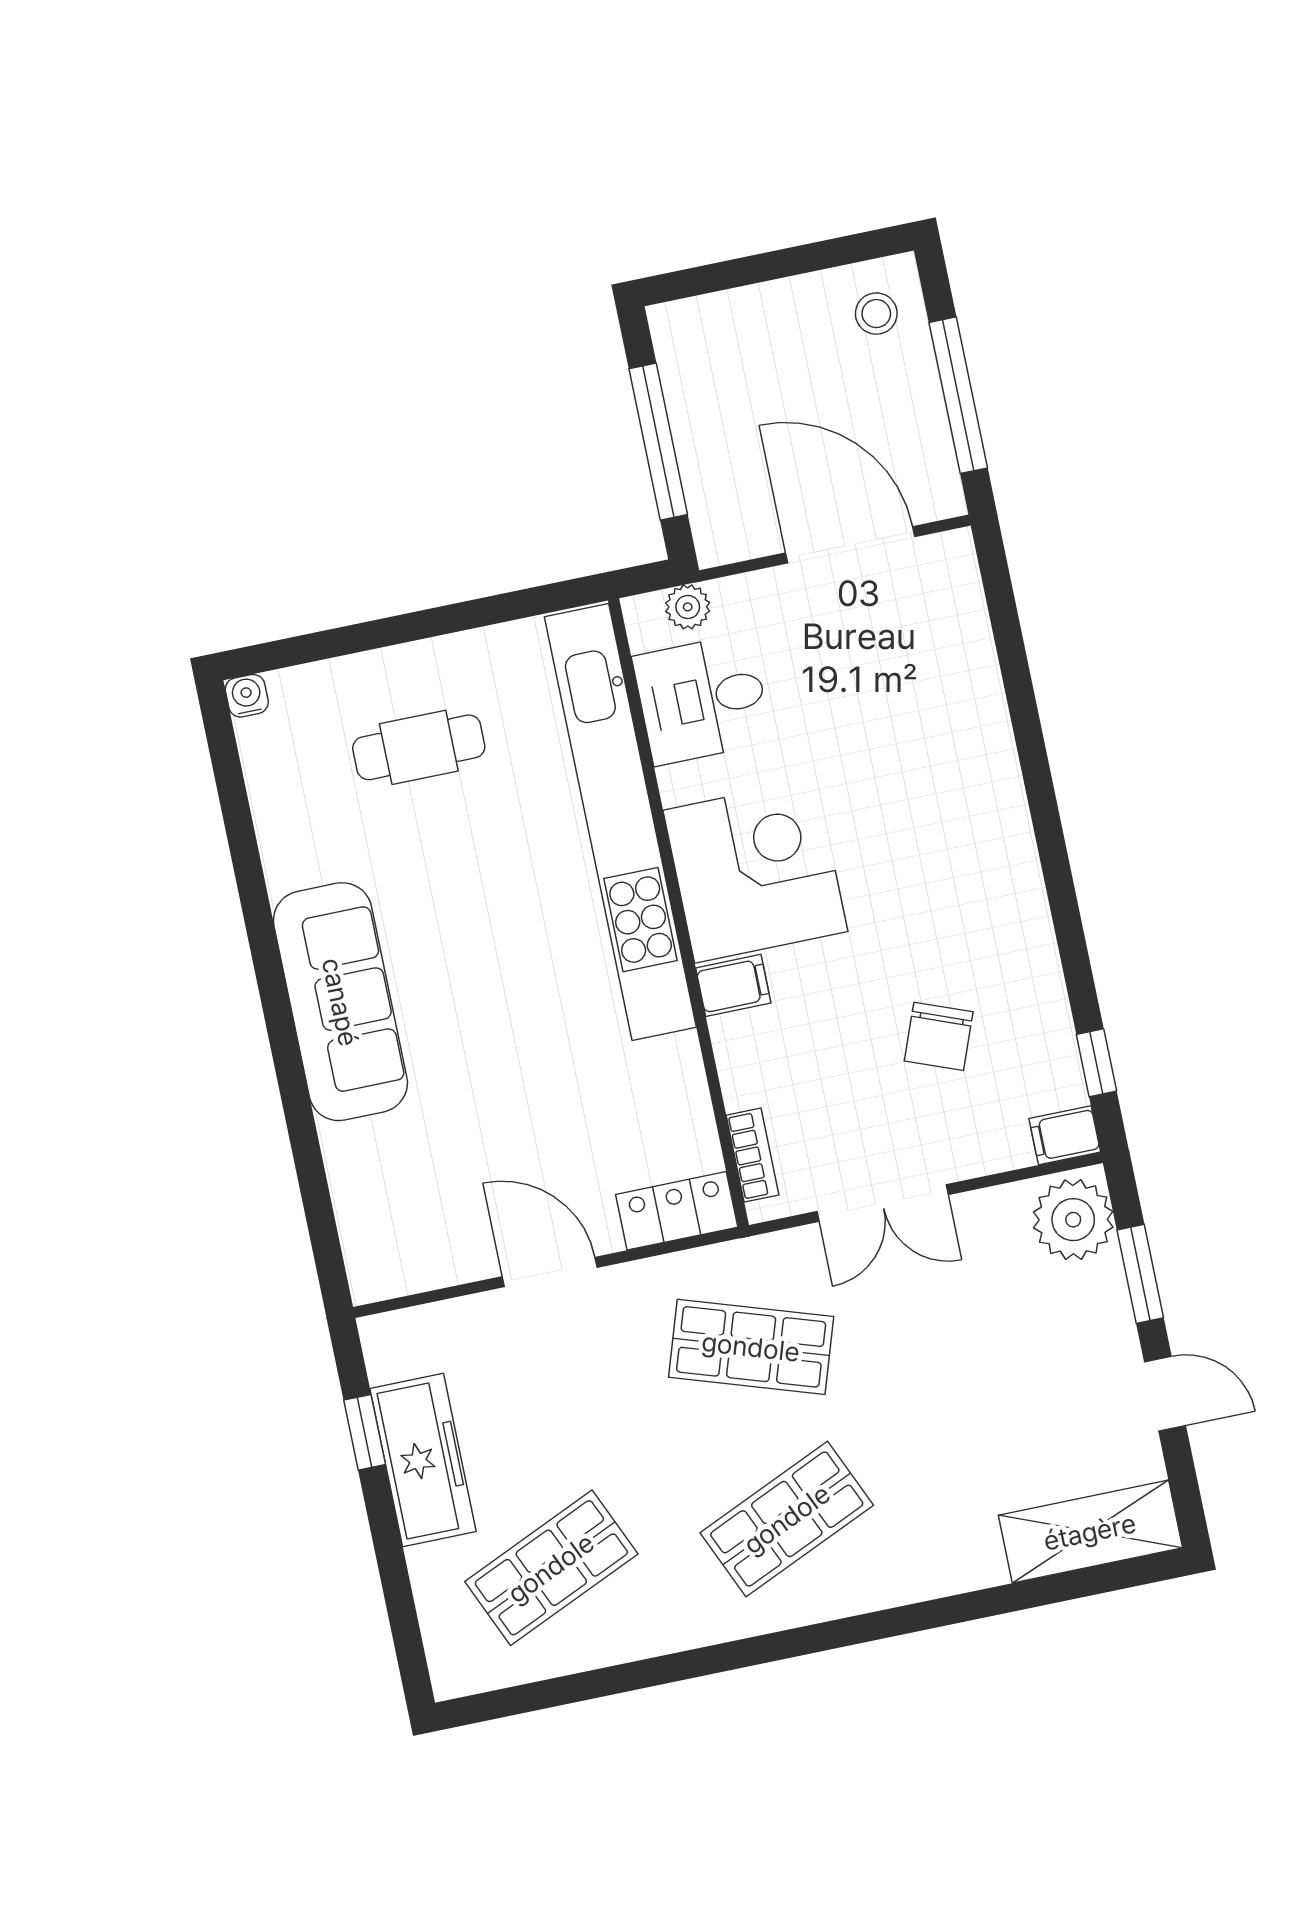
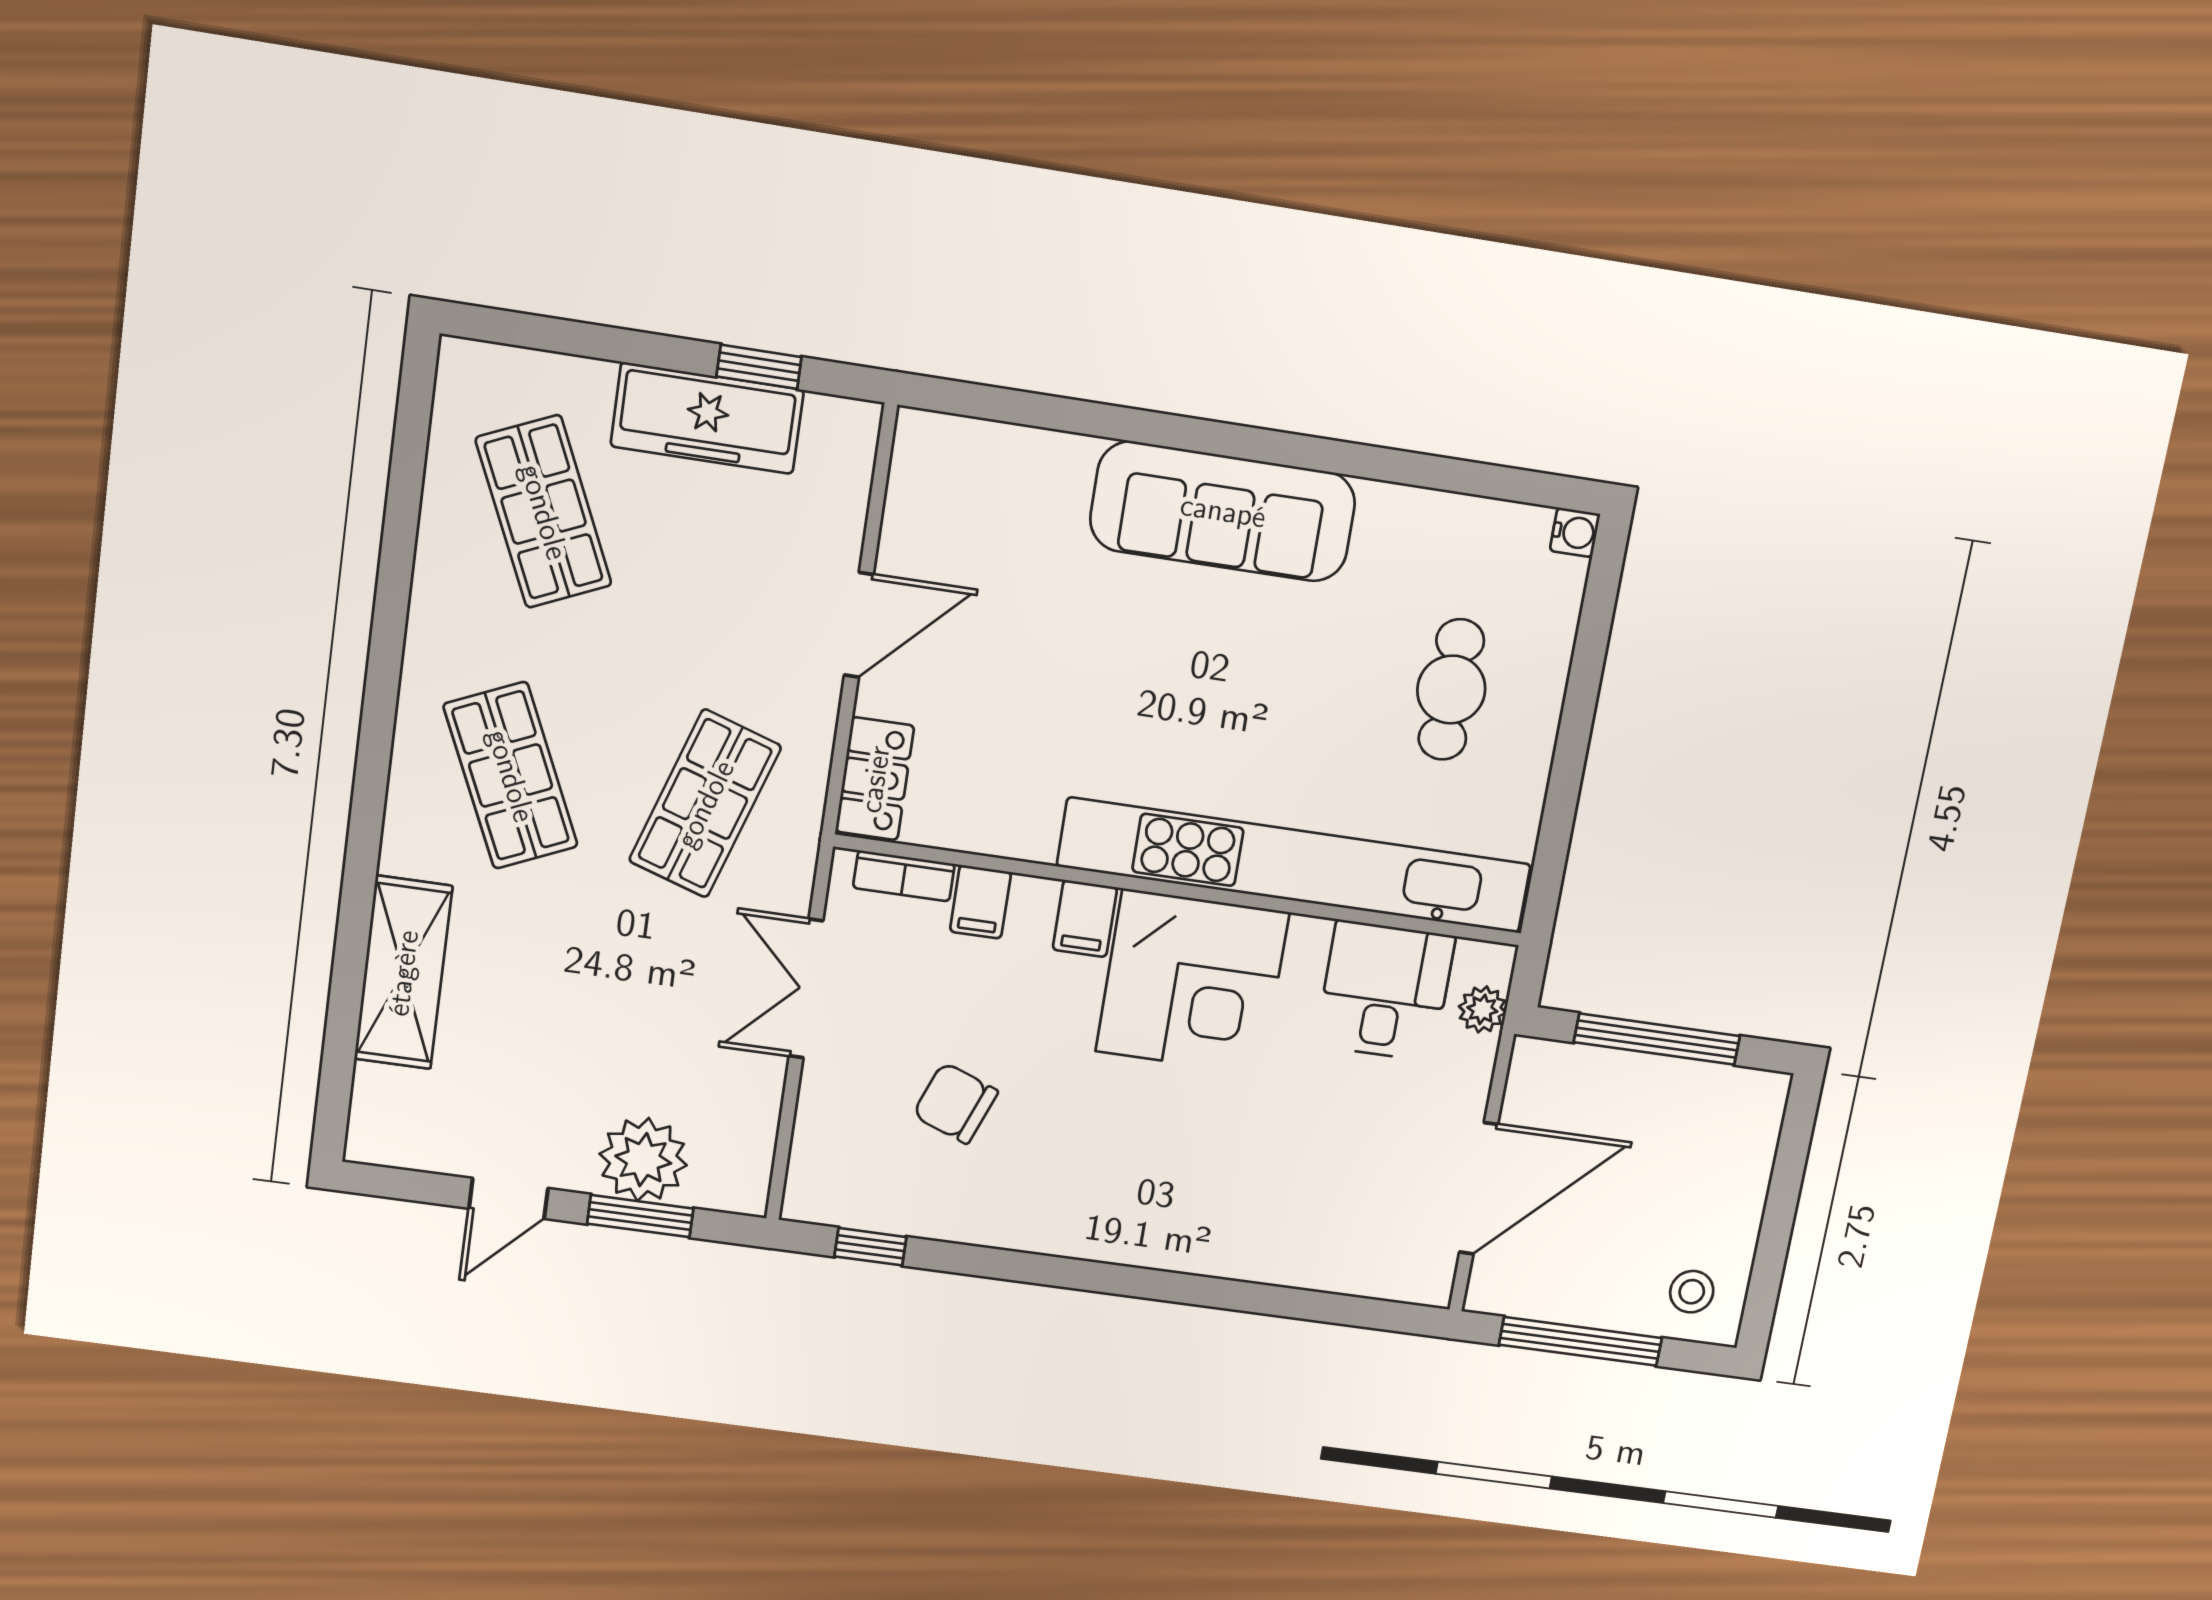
filing cabinet: (1065, 1135) -> (980, 902), moved, turned 180
plant: (1073, 1220) -> (643, 1160), moved
shelving: (1090, 1532) -> (403, 973), moved

